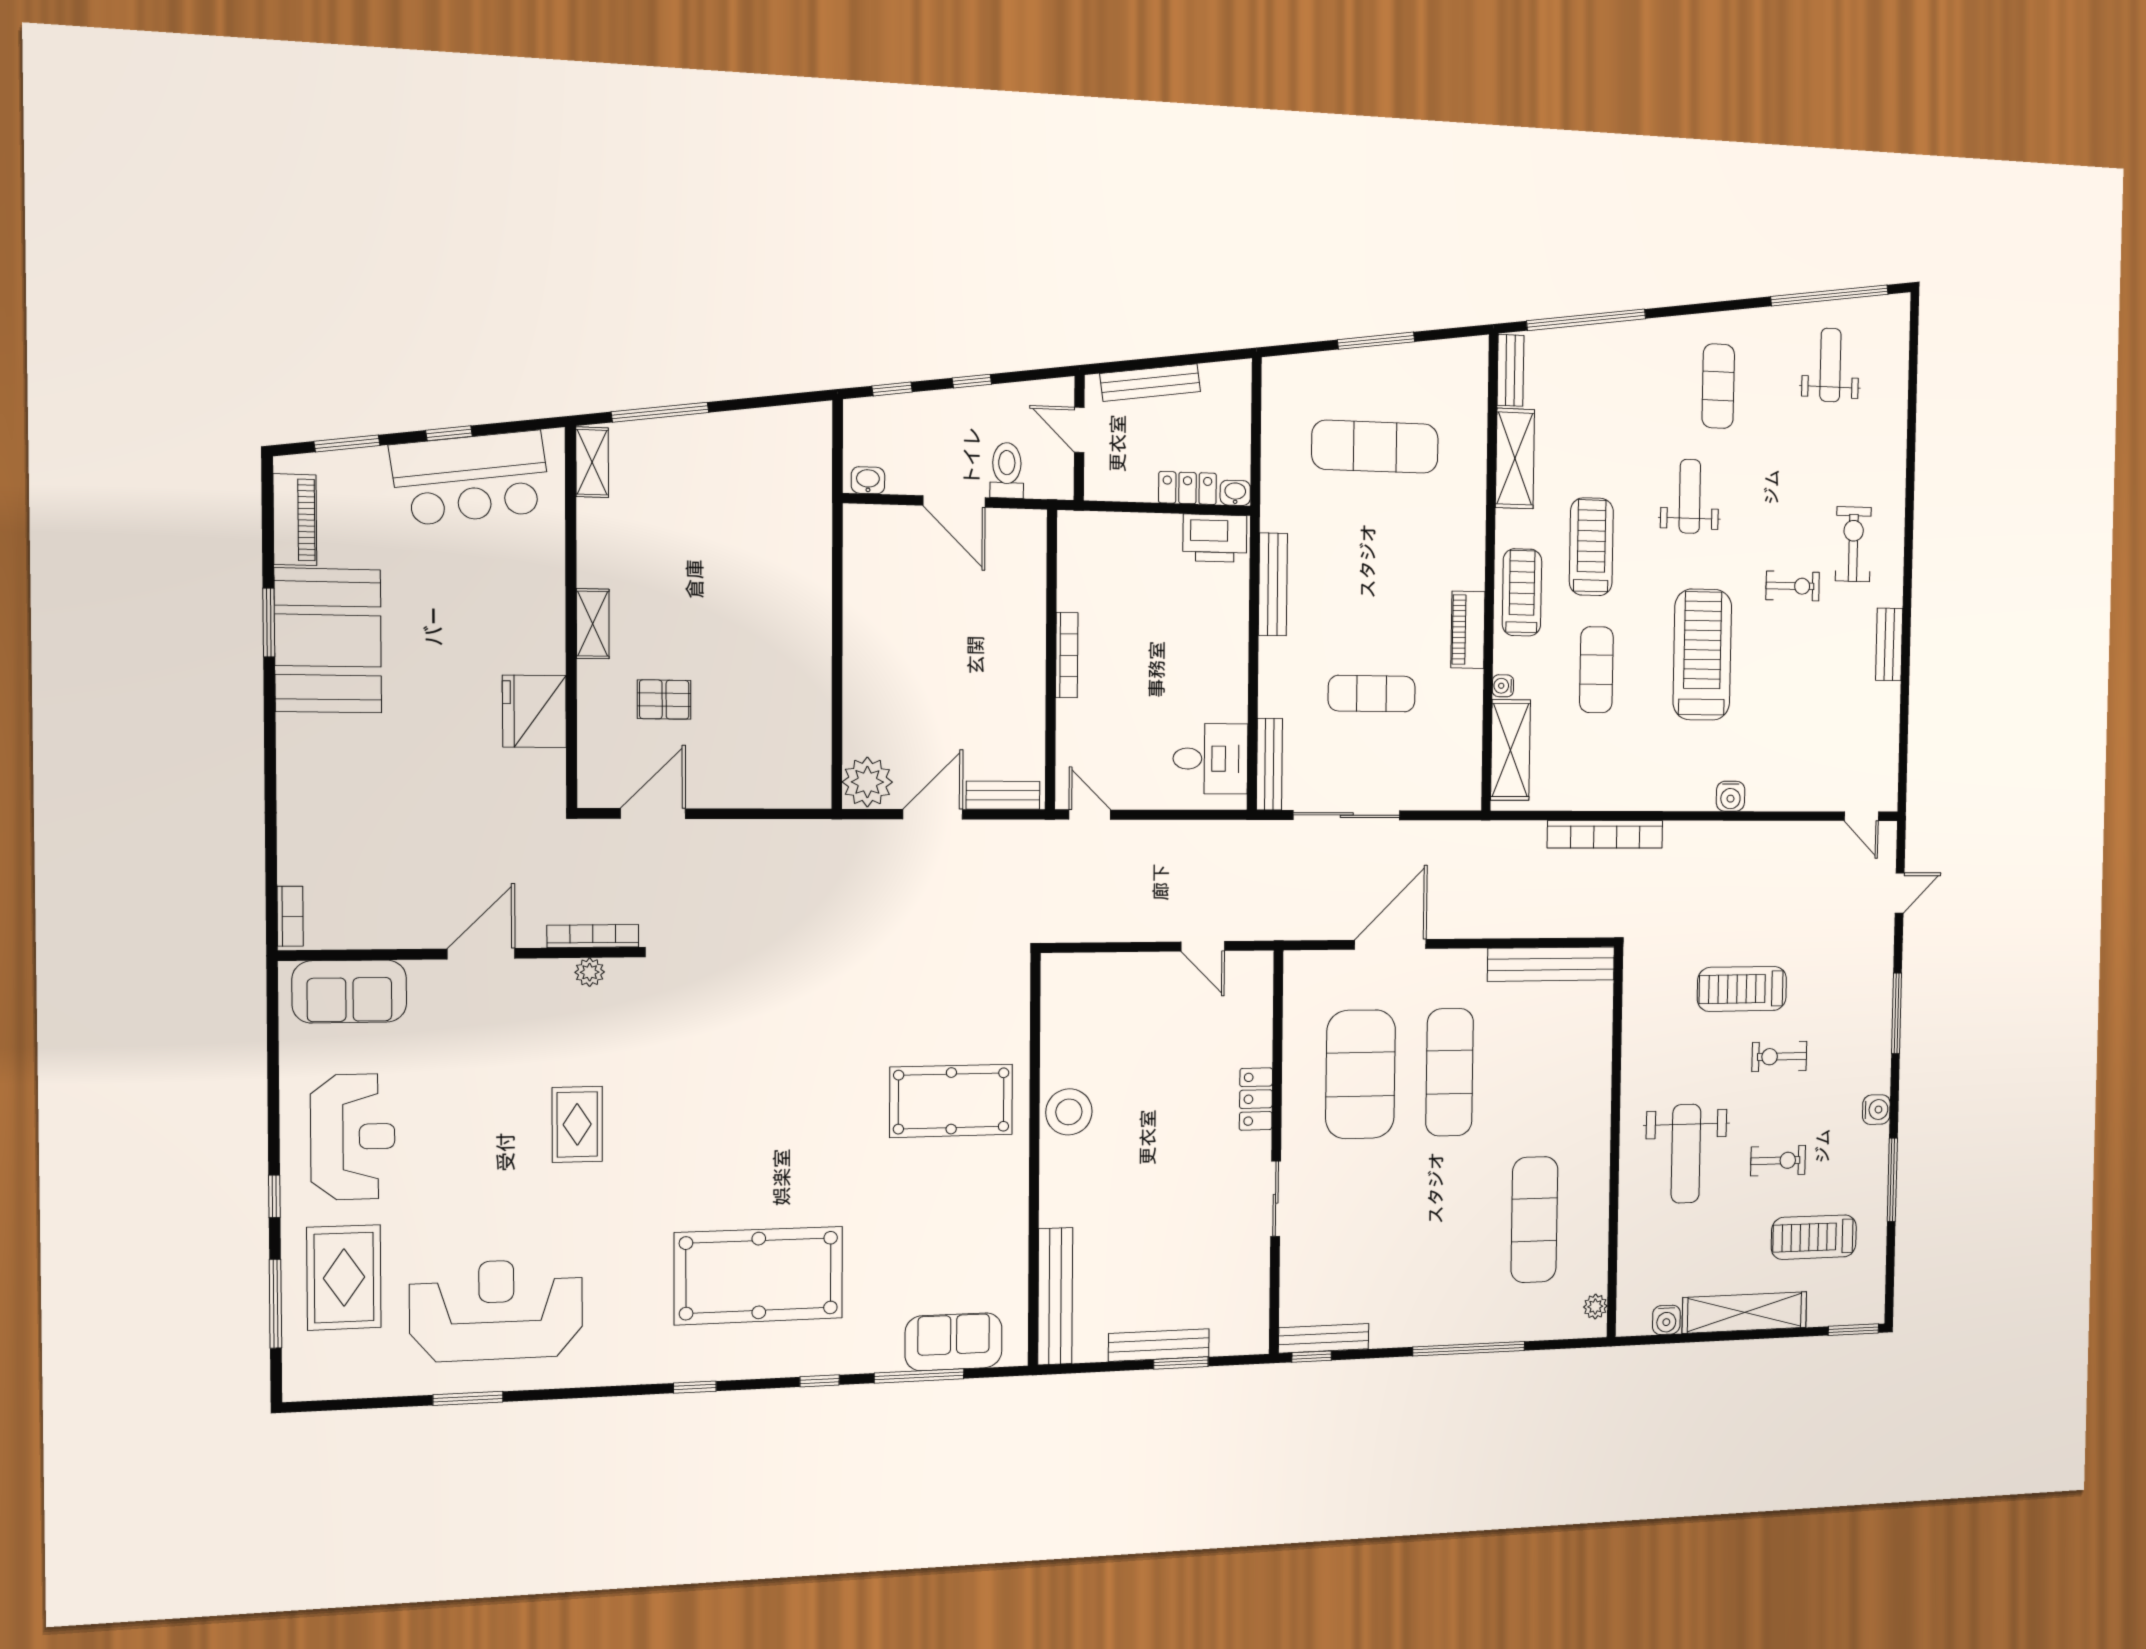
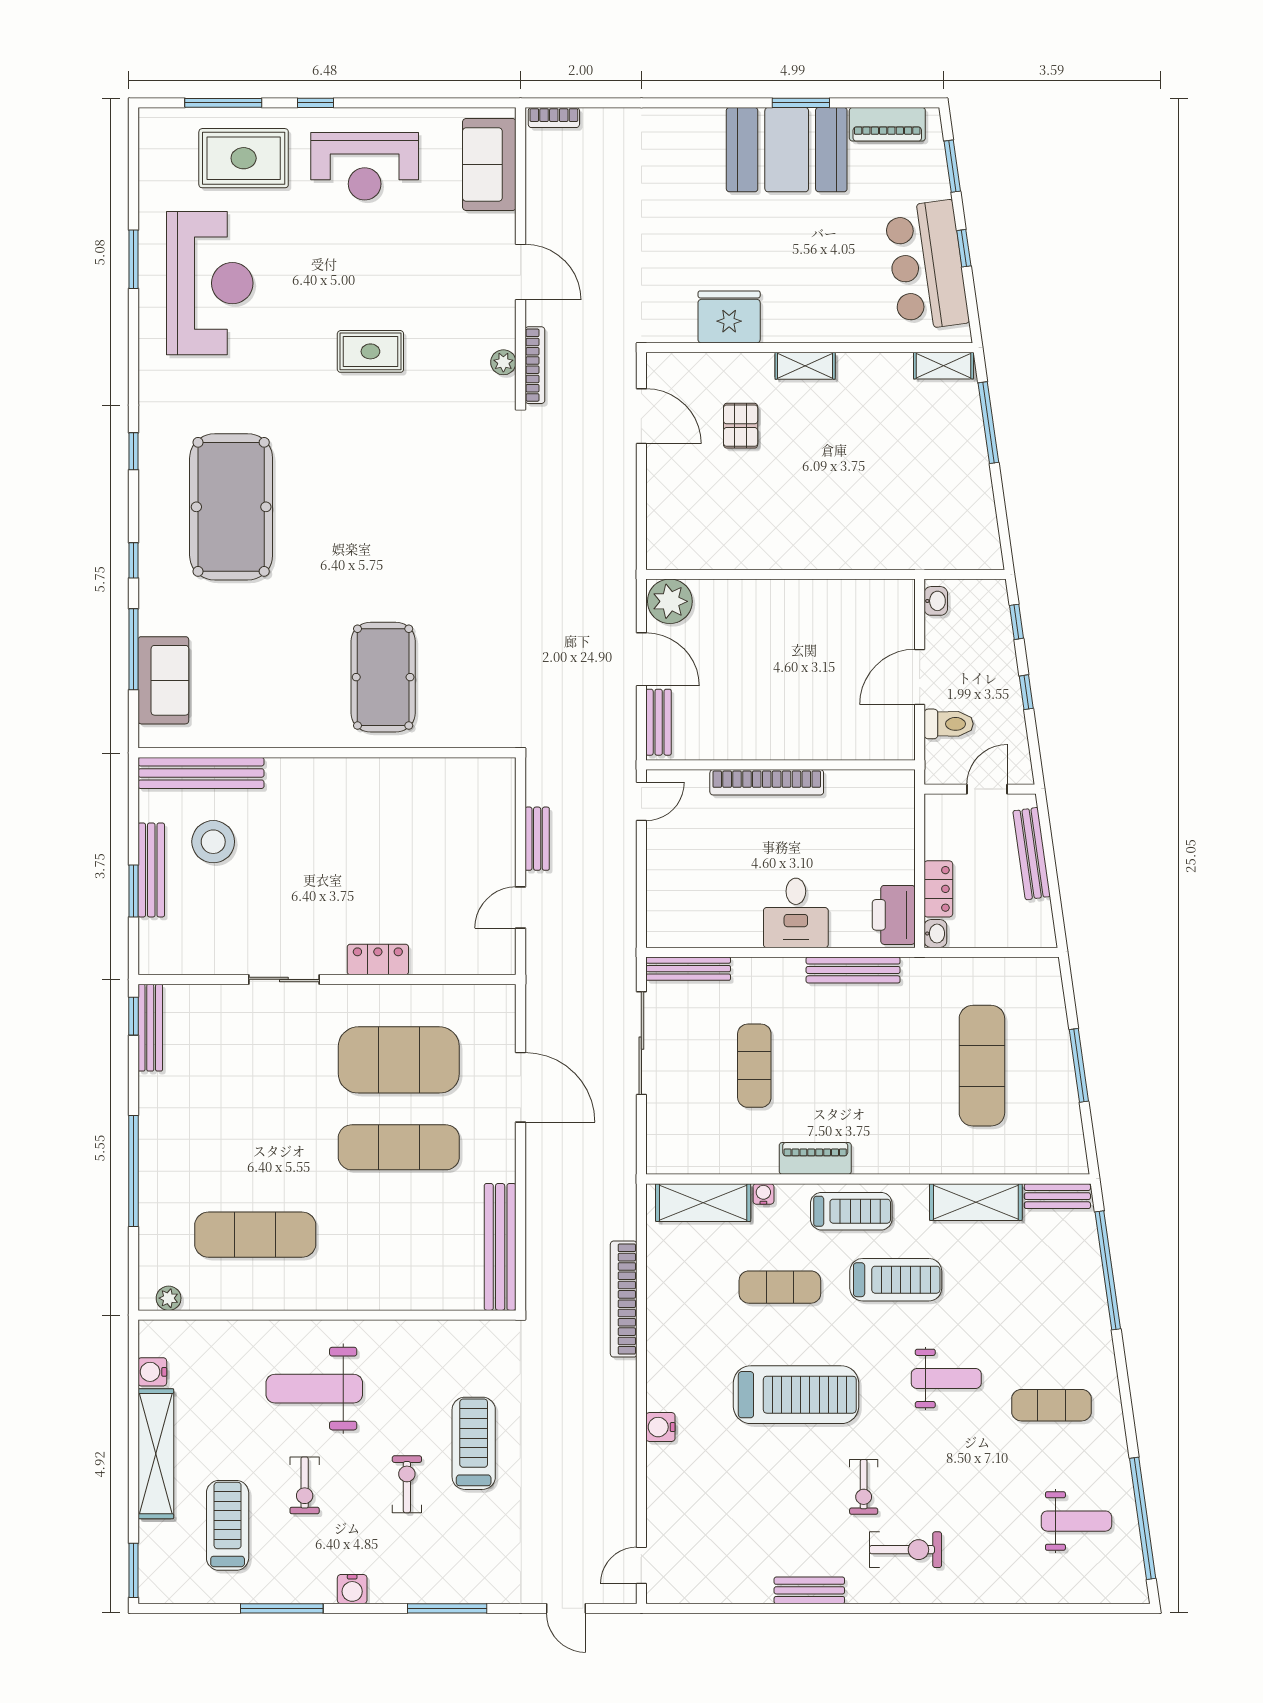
bookcase: (1067, 655) -> (767, 782), width x1.48, depth x1.31
desk: (1210, 759) -> (796, 913), moved
bench: (1129, 929) -> (537, 839), added
stool: (1069, 1112) -> (213, 842), moved

